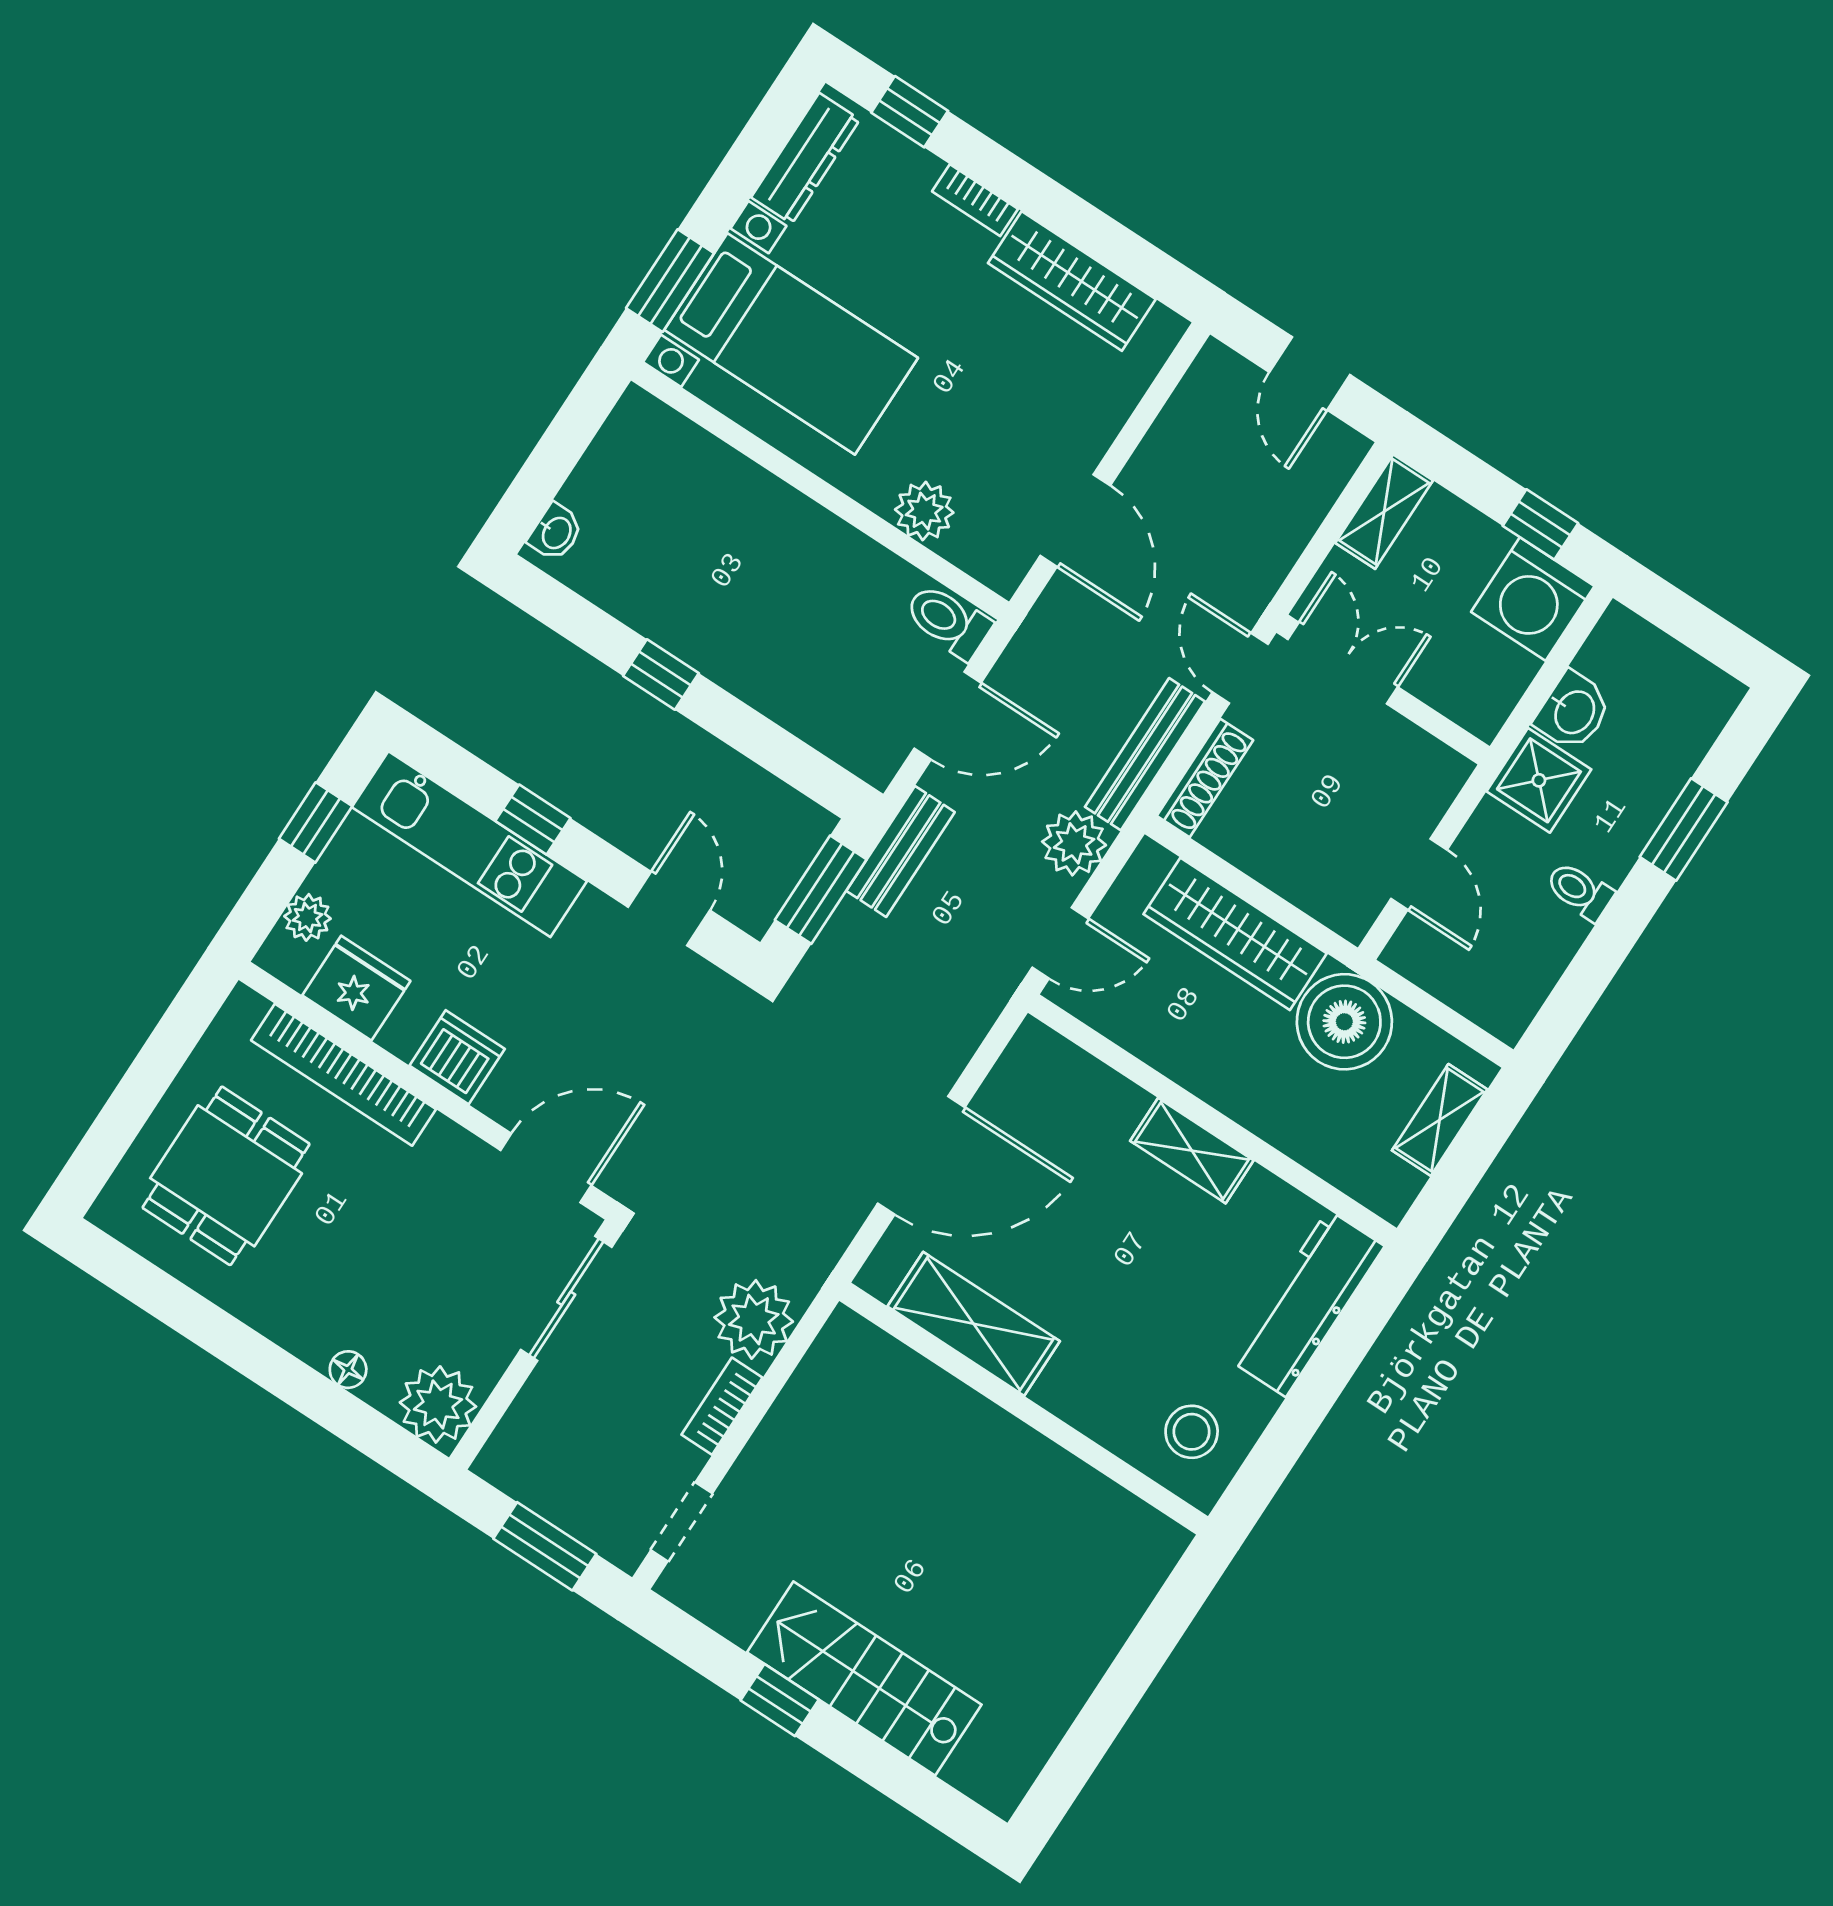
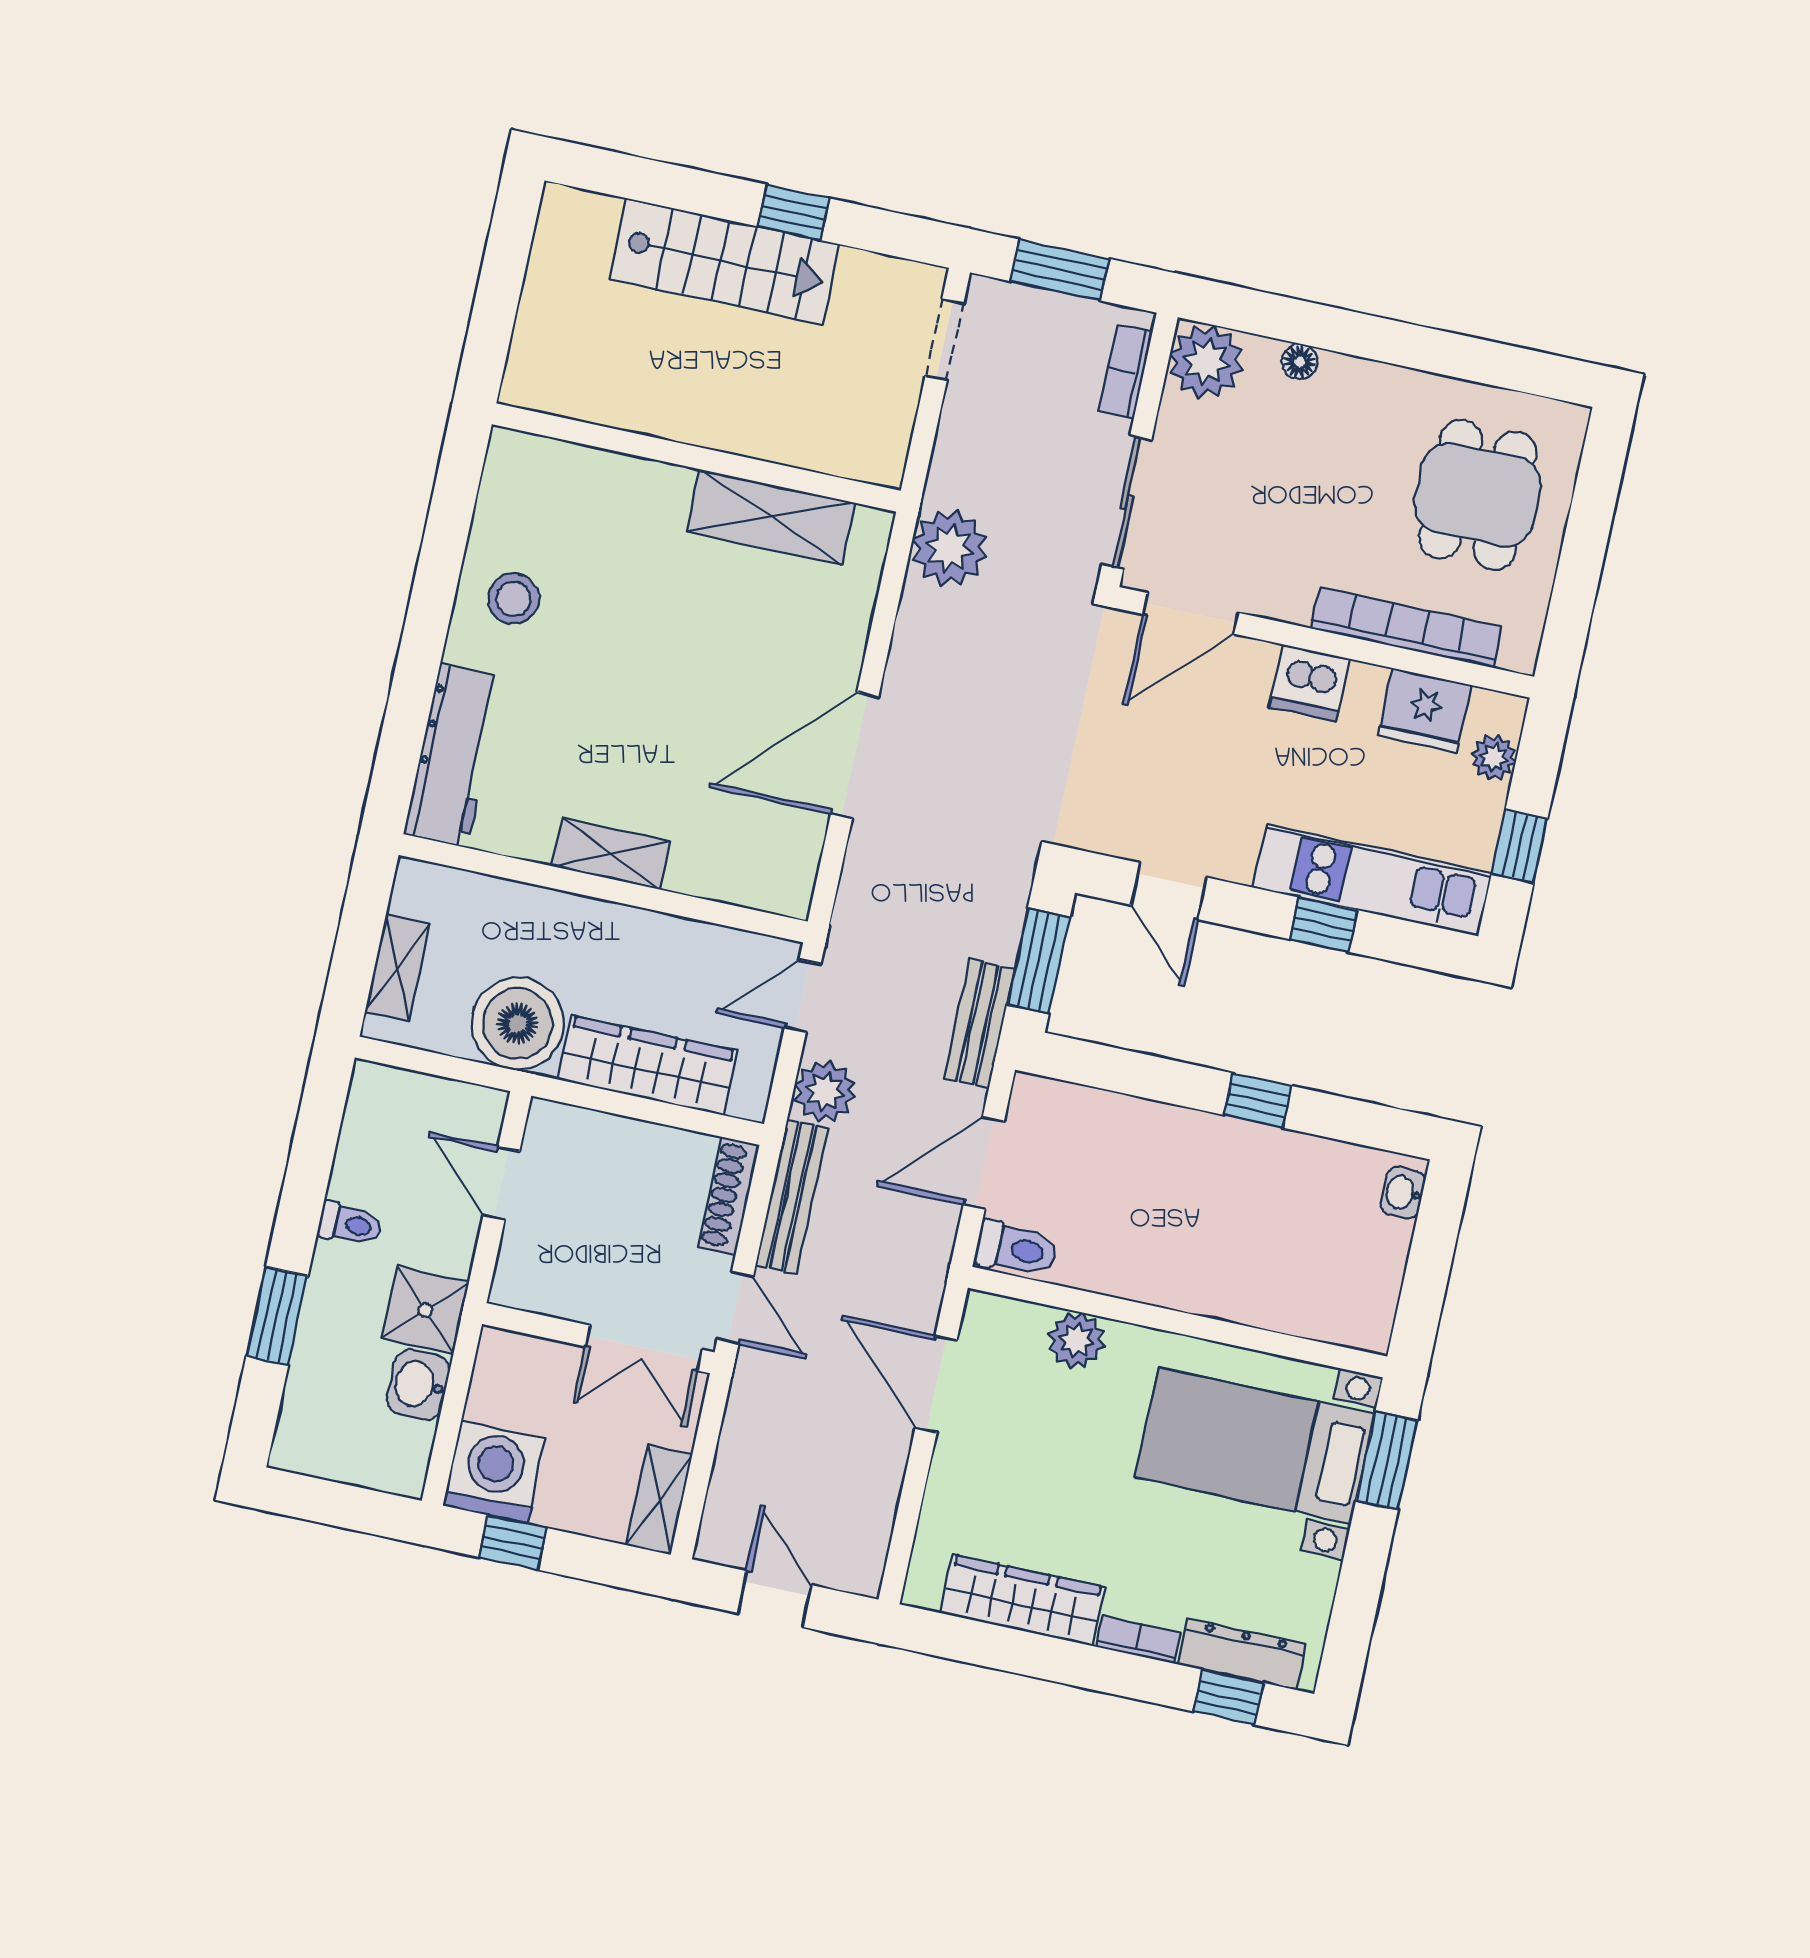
dresser: (805, 158) -> (1242, 1654), moved, turned 90
shelving: (974, 1324) -> (771, 517), moved
bookcase: (722, 1406) -> (1126, 372), moved, turned 180
wall: (1024, 1409) -> (696, 458), moved

